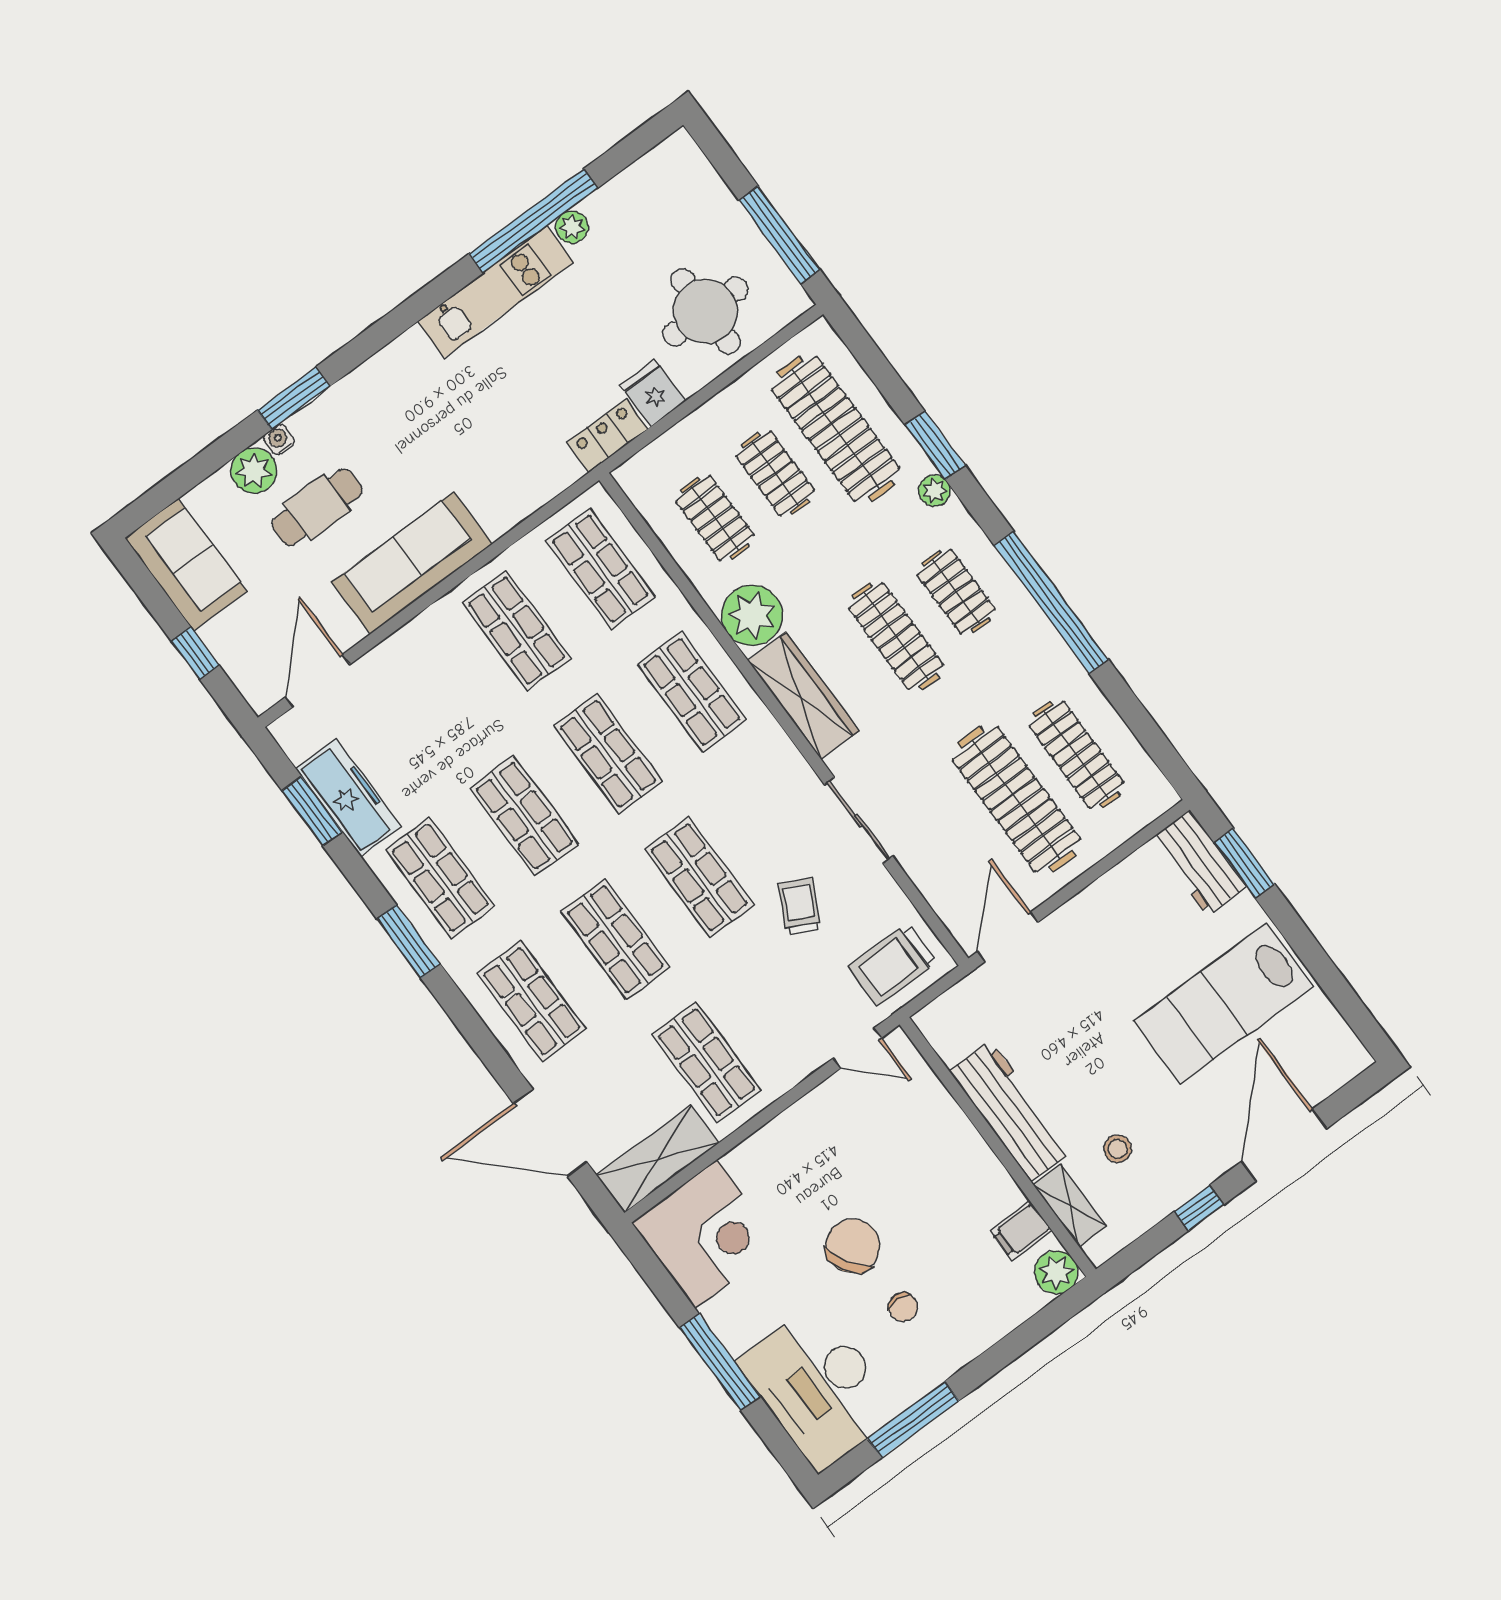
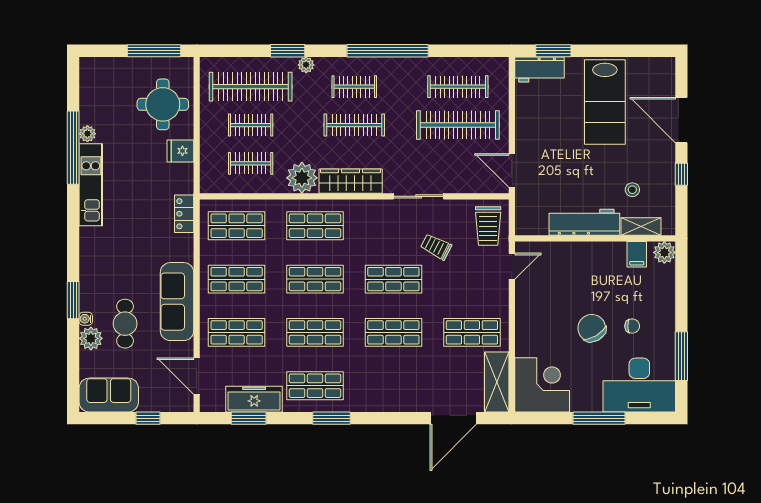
locker: (608, 436) -> (184, 214), moved
shop shelf: (532, 1001) -> (237, 332), moved

